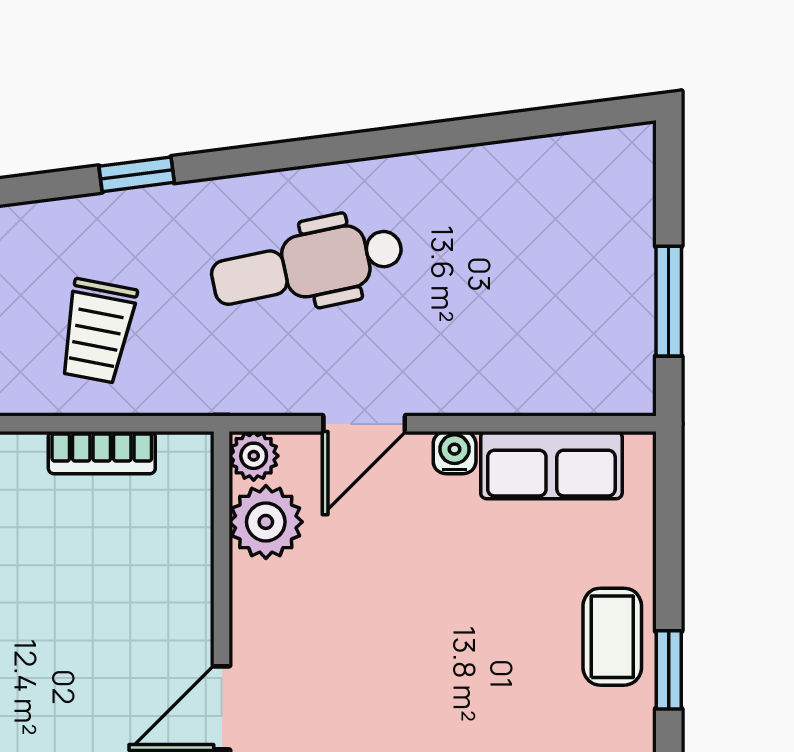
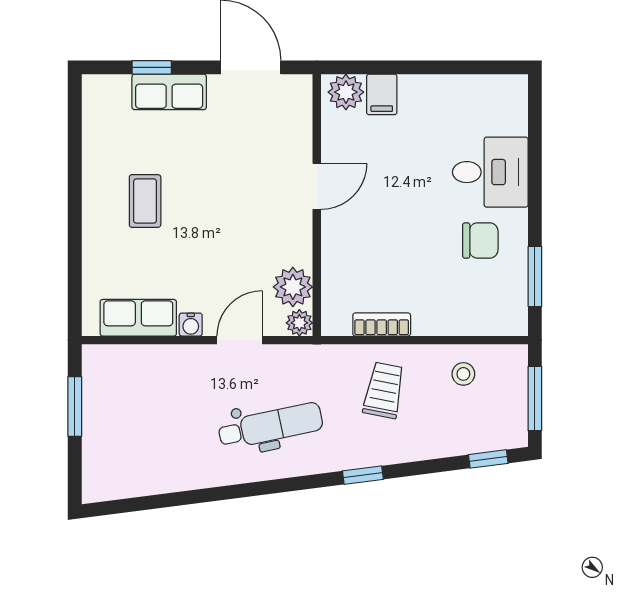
coffee table: (612, 637) -> (145, 201), moved
window: (669, 670) -> (75, 207), removed

